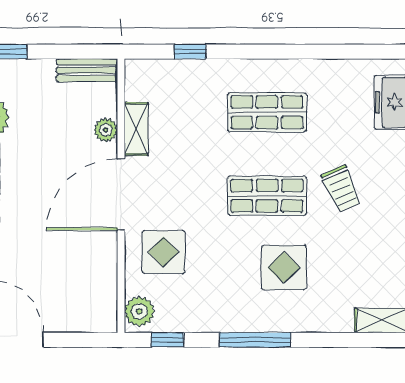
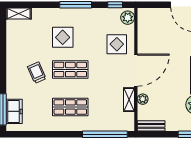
window: (190, 52) -> (105, 134), width x3.17

